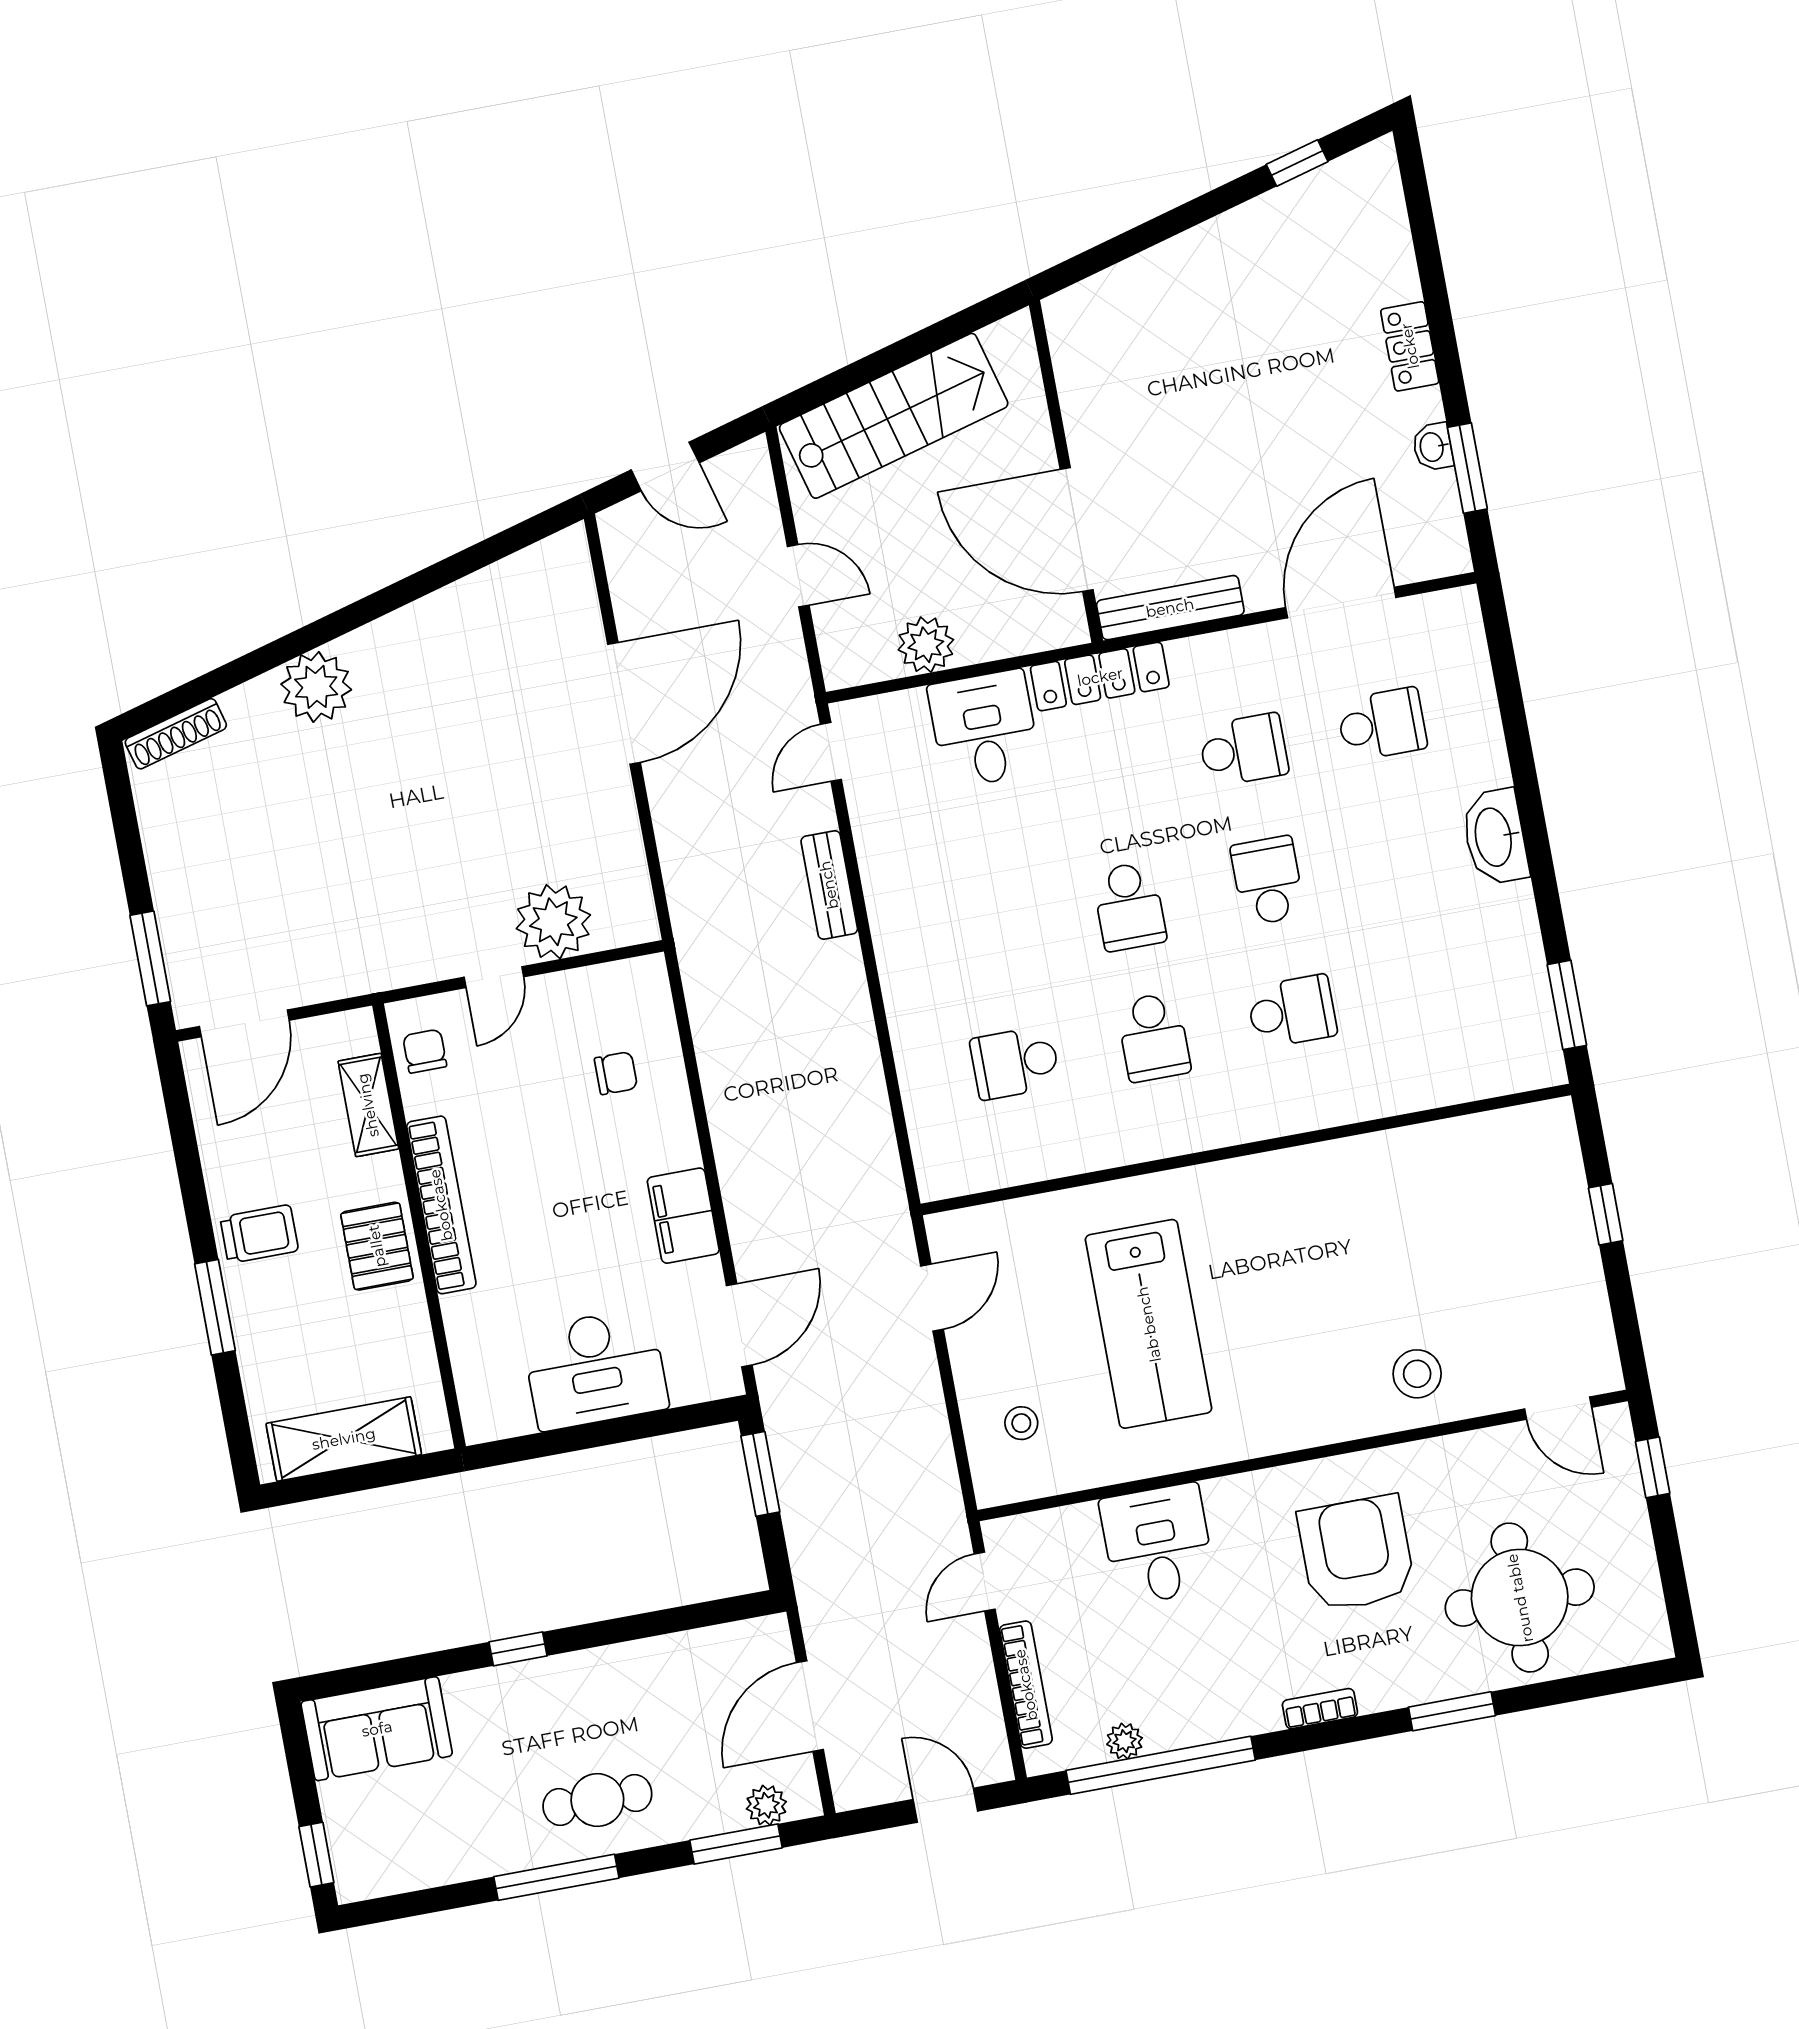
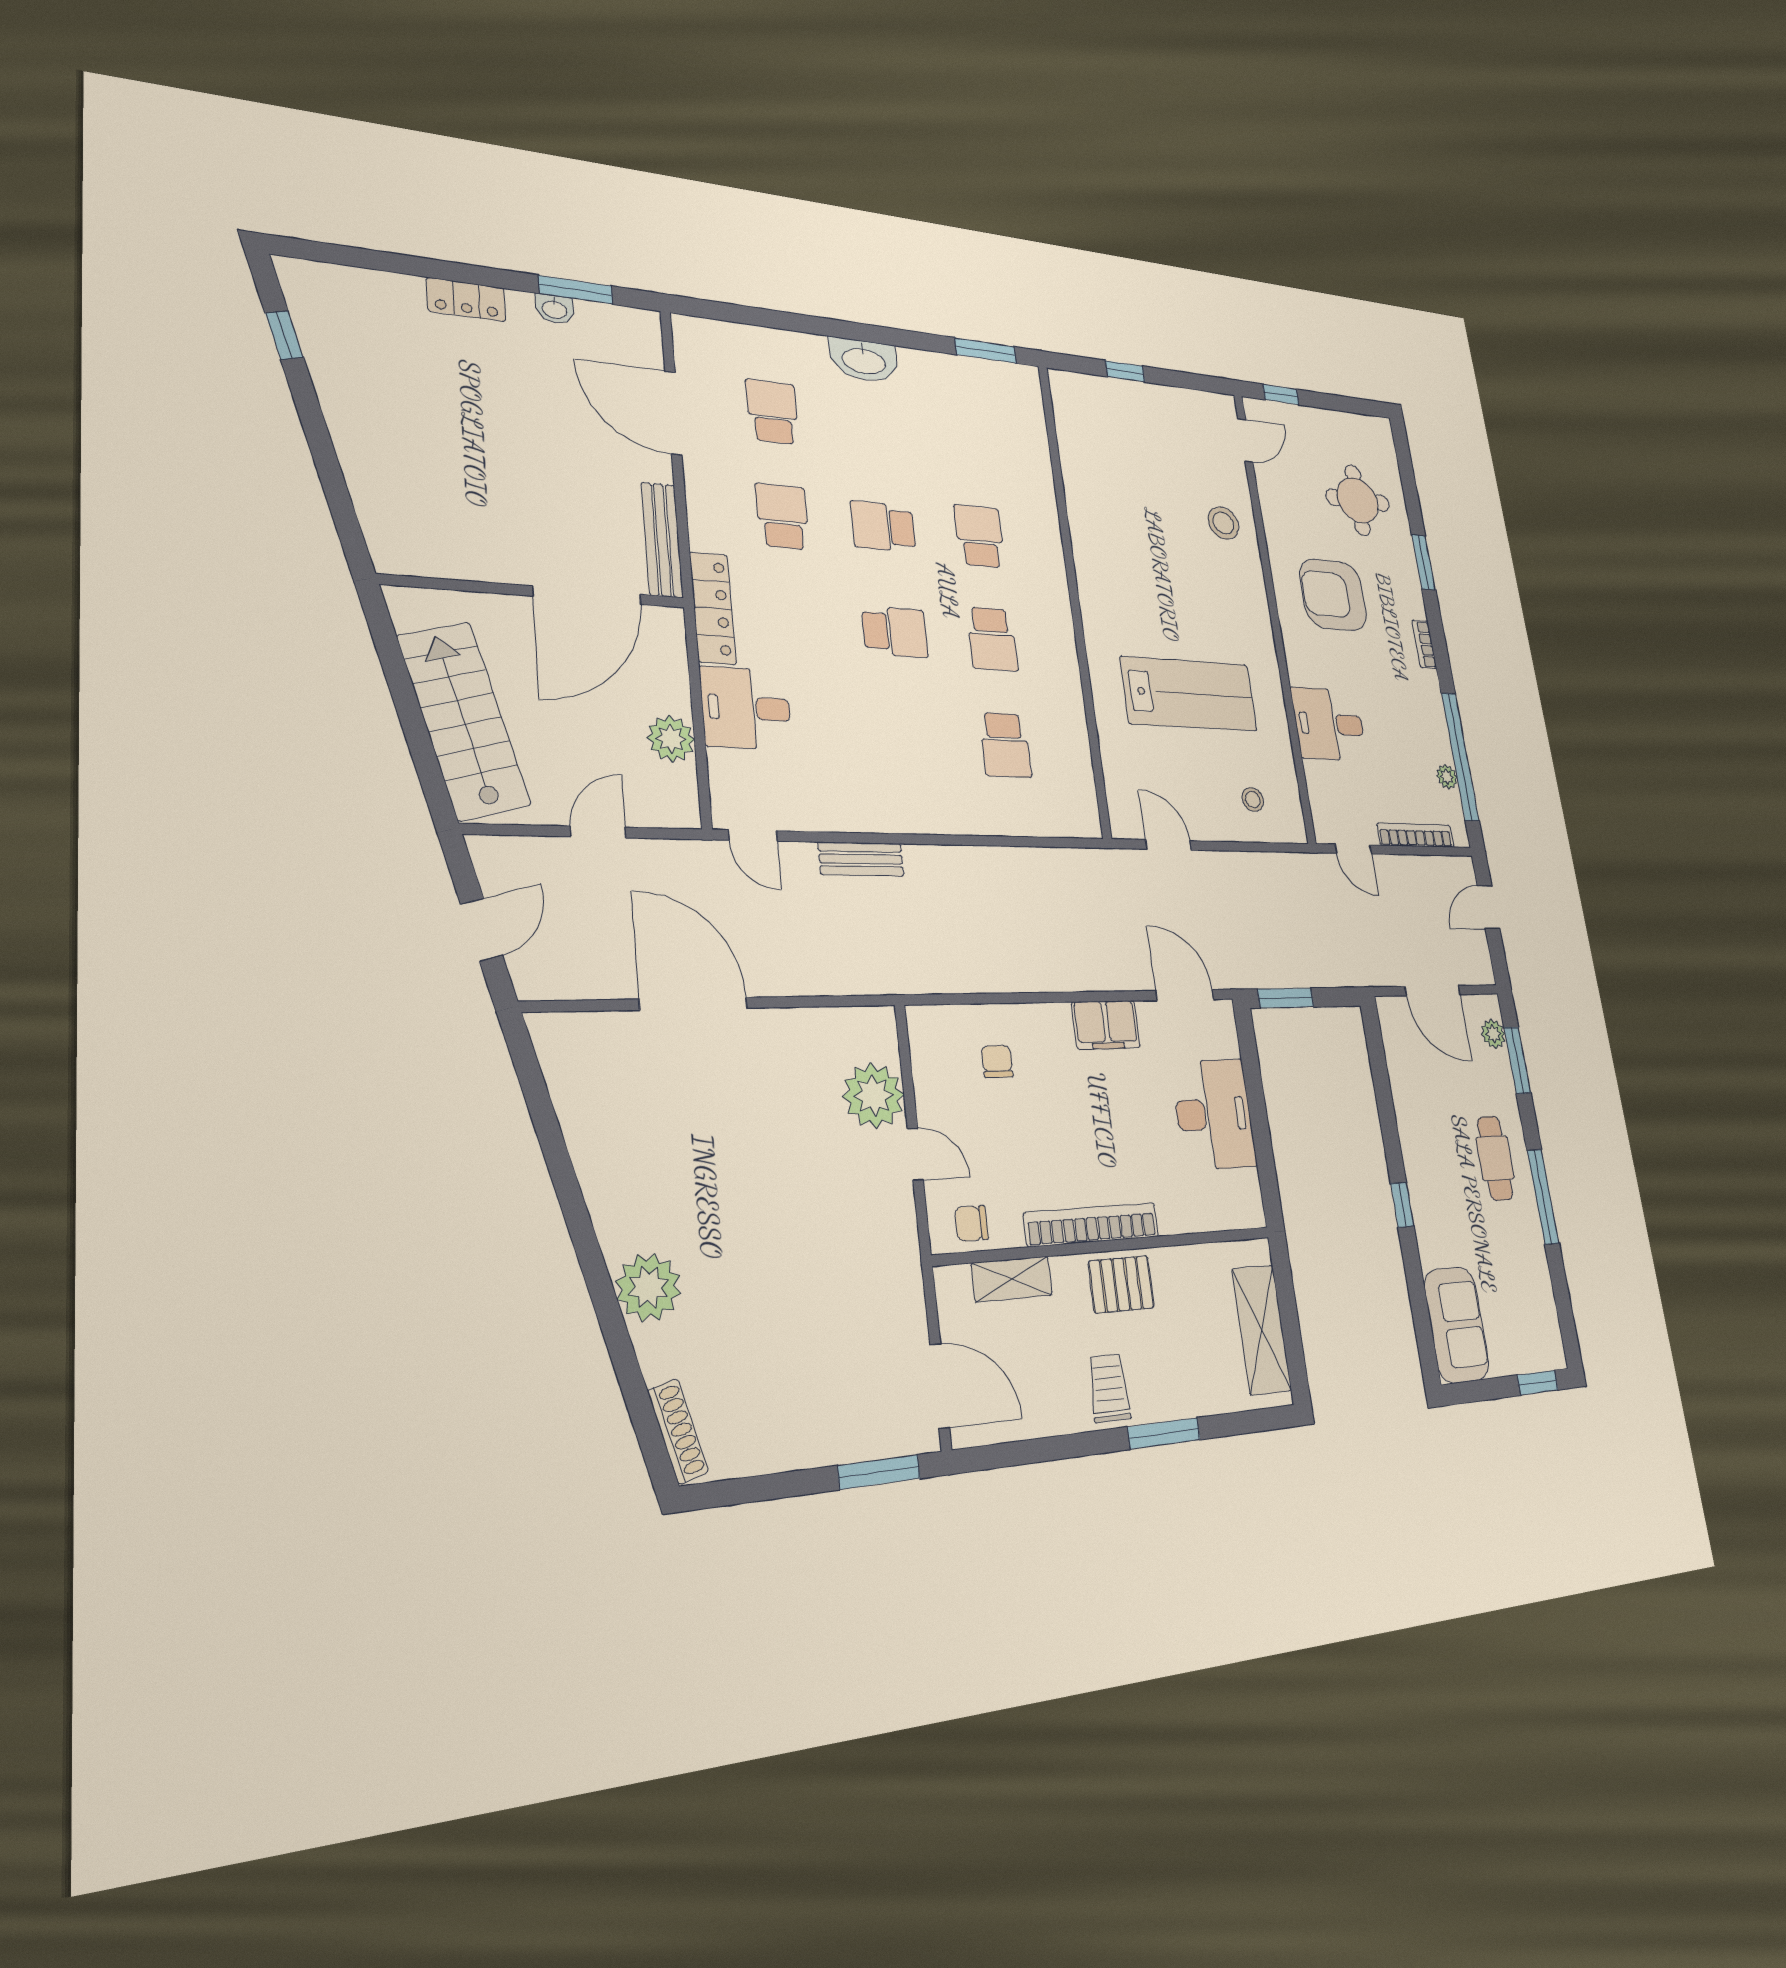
school desk: (1153, 1037) -> (992, 639), turned 90
round table: (1520, 1598) -> (1358, 500), width x0.73, depth x0.73

